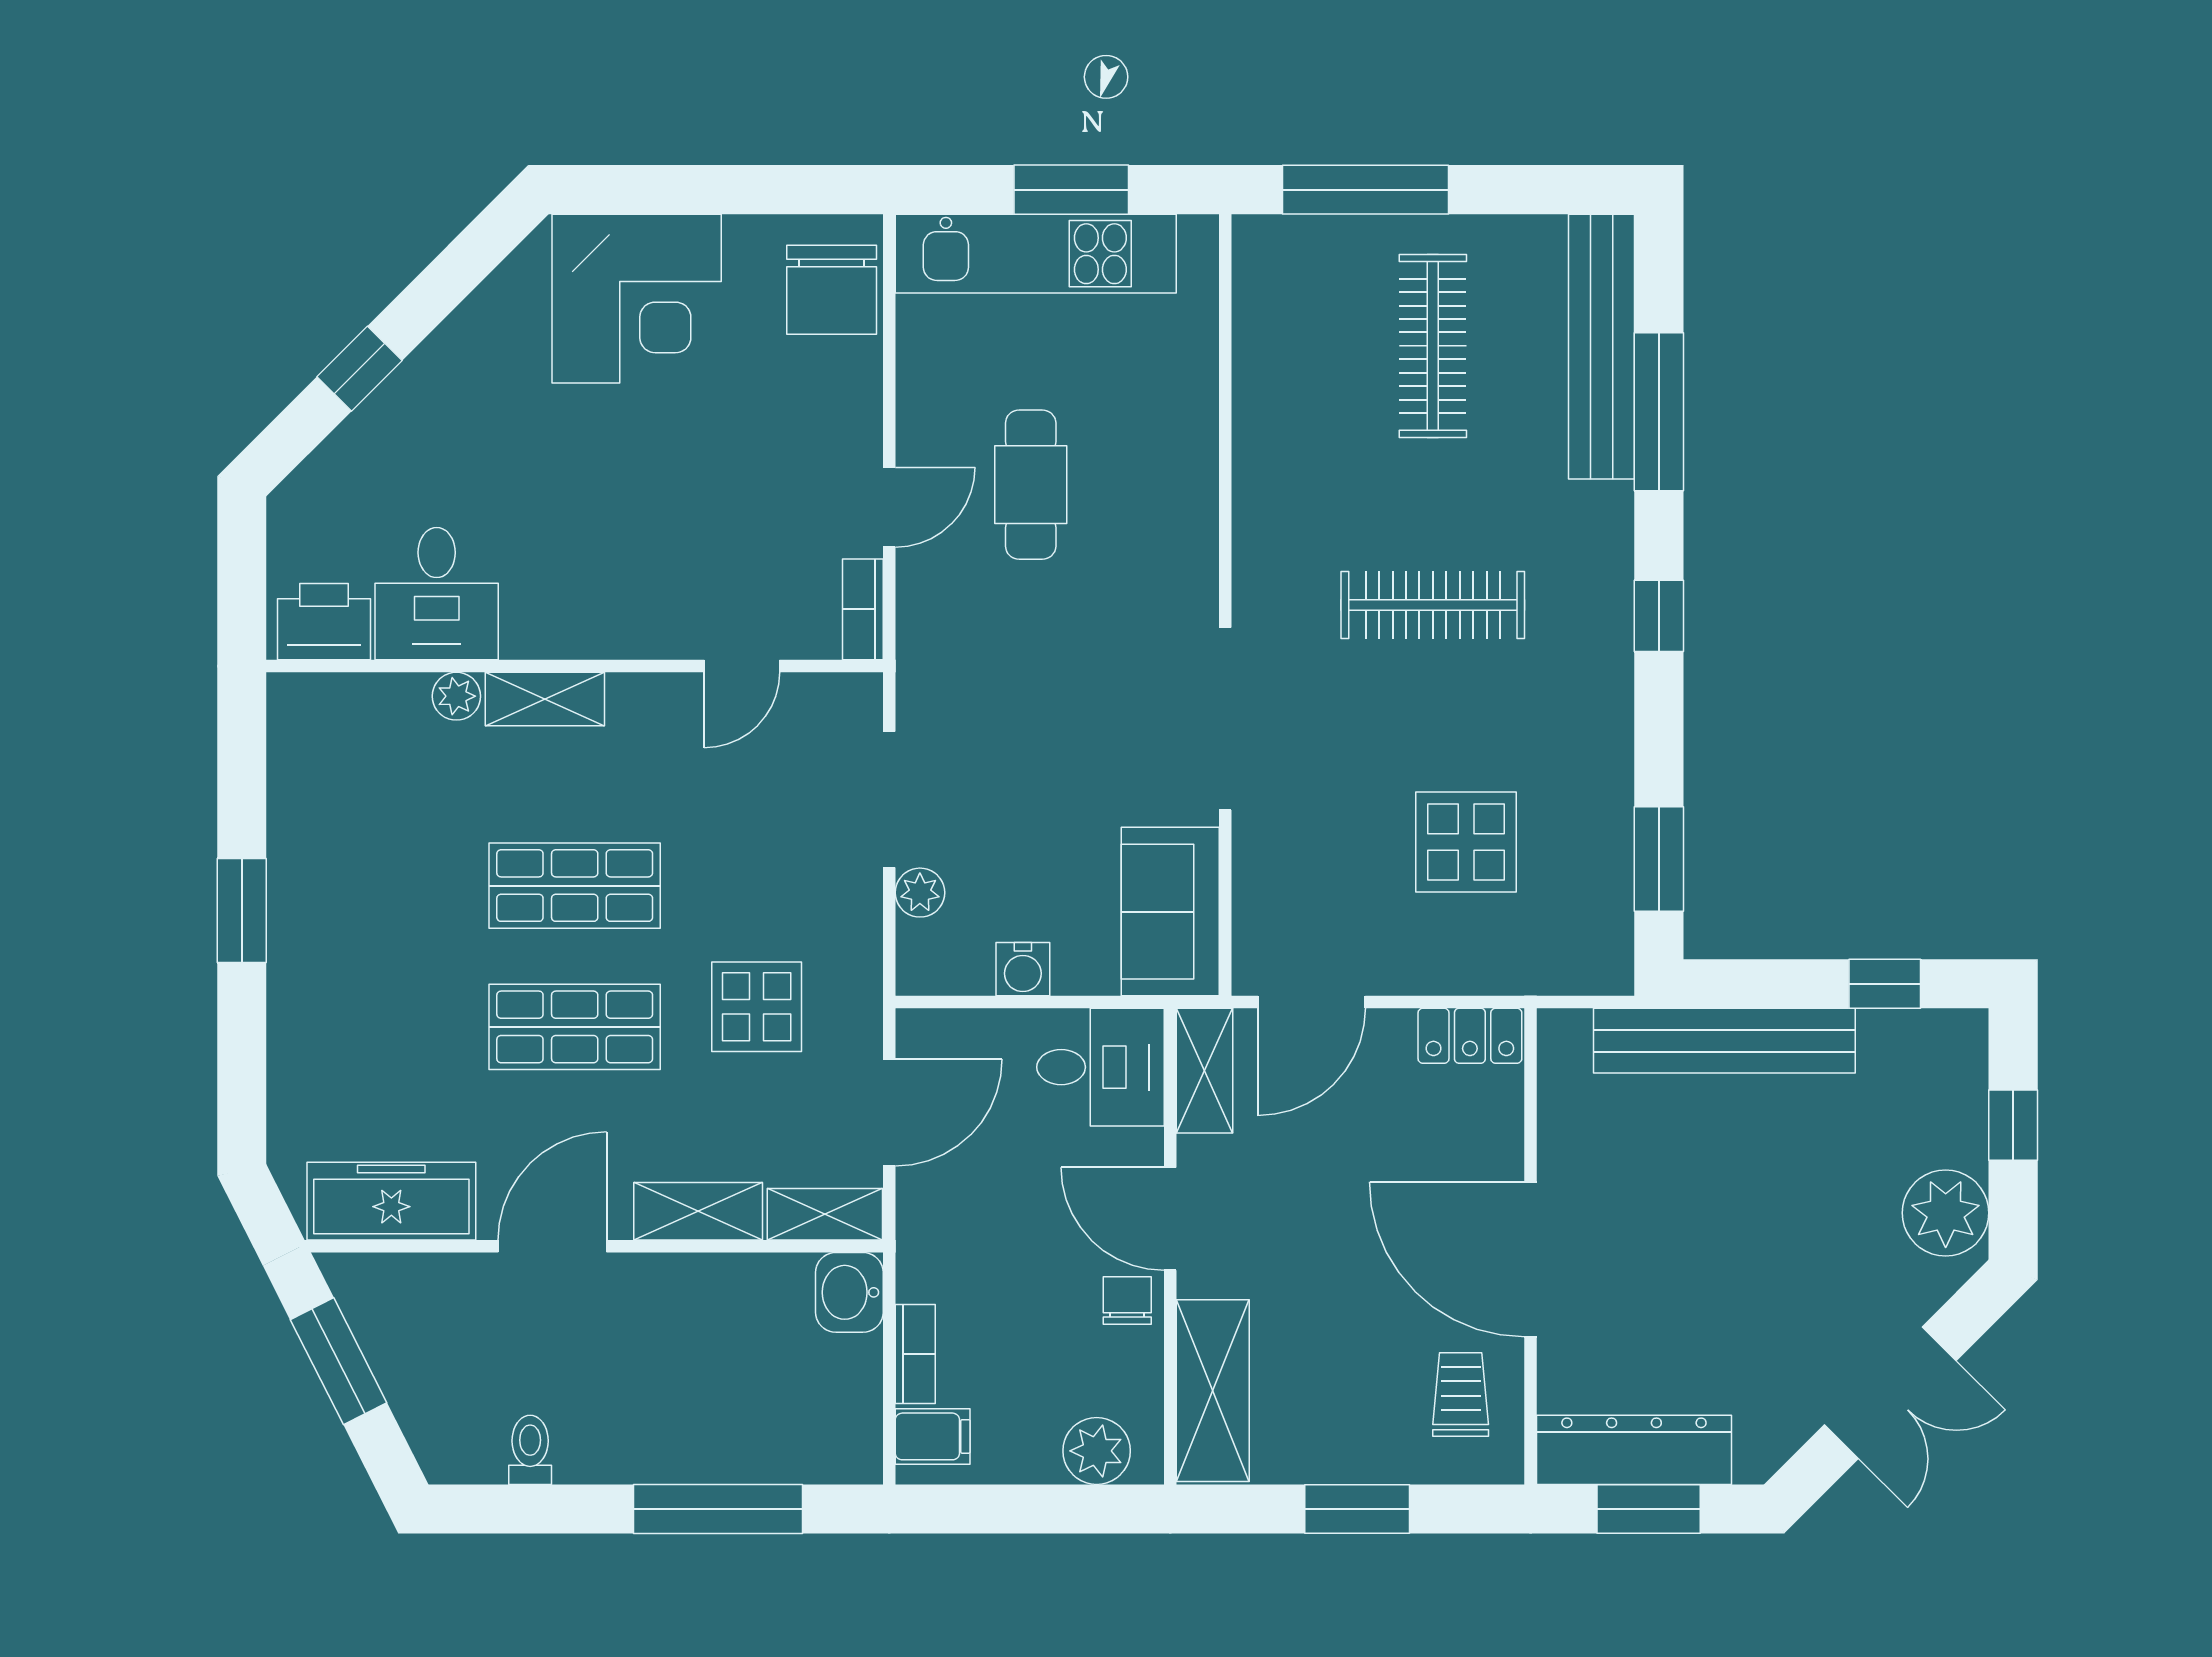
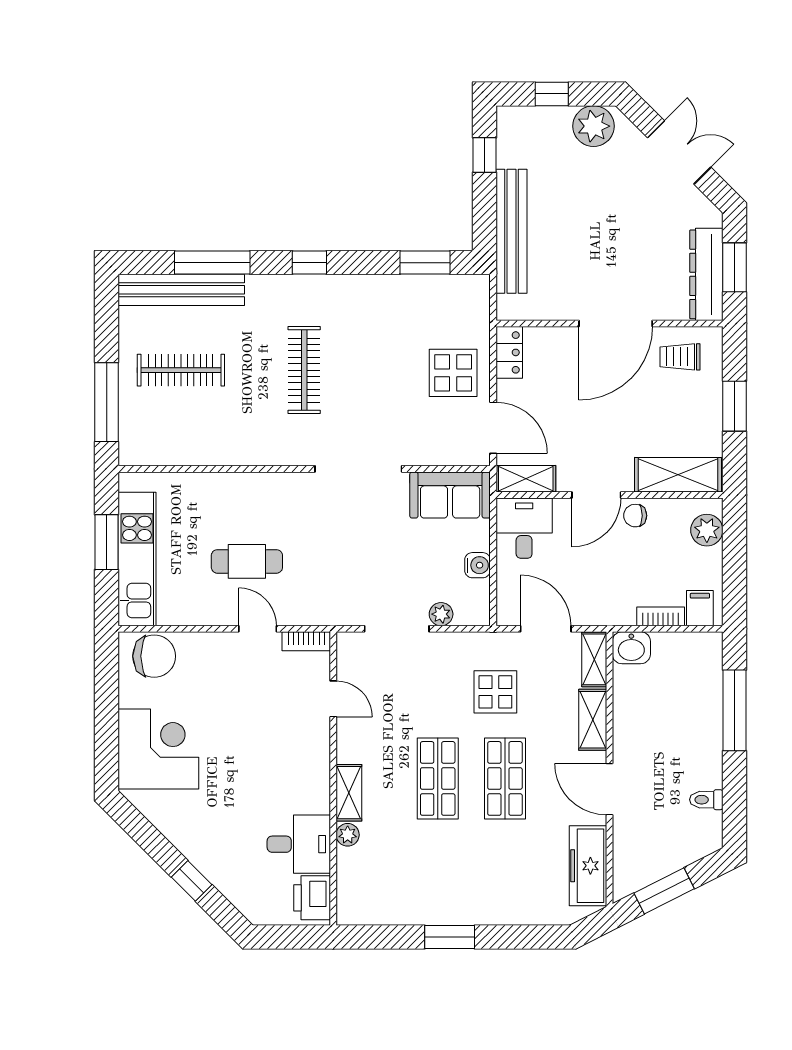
display table: (1466, 842) -> (453, 373), moved

